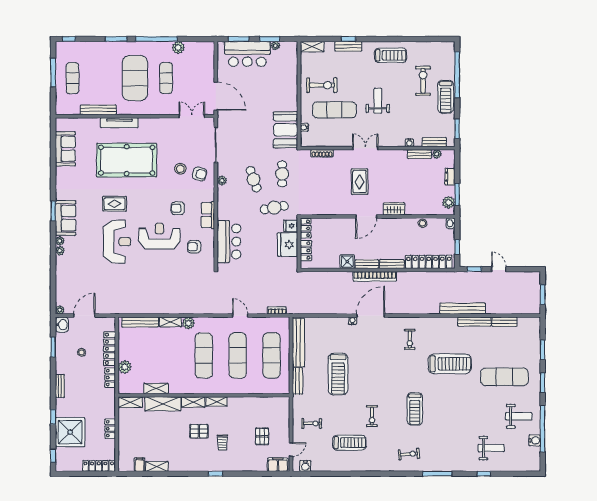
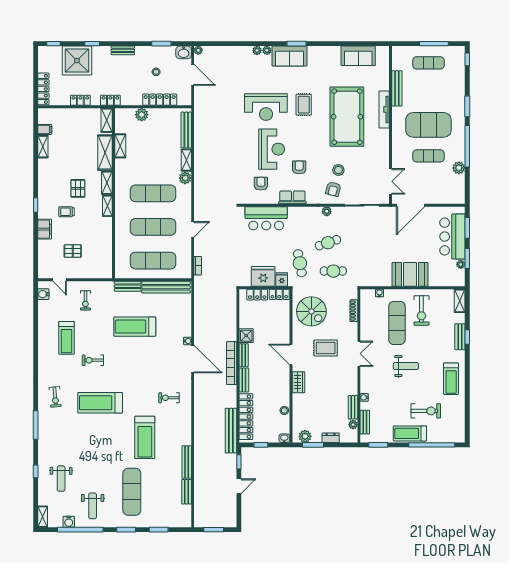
booth: (285, 130) -> (410, 274), moved
spiral stairs: (323, 196) -> (311, 311), added
bench: (463, 309) -> (231, 431), moved
locker: (110, 378) -> (110, 100), moved
treadmill: (415, 409) -> (100, 403), width x1.37, depth x1.38
filing cabinet: (278, 465) -> (45, 229), moved
shelving: (530, 467) -> (43, 517), added

